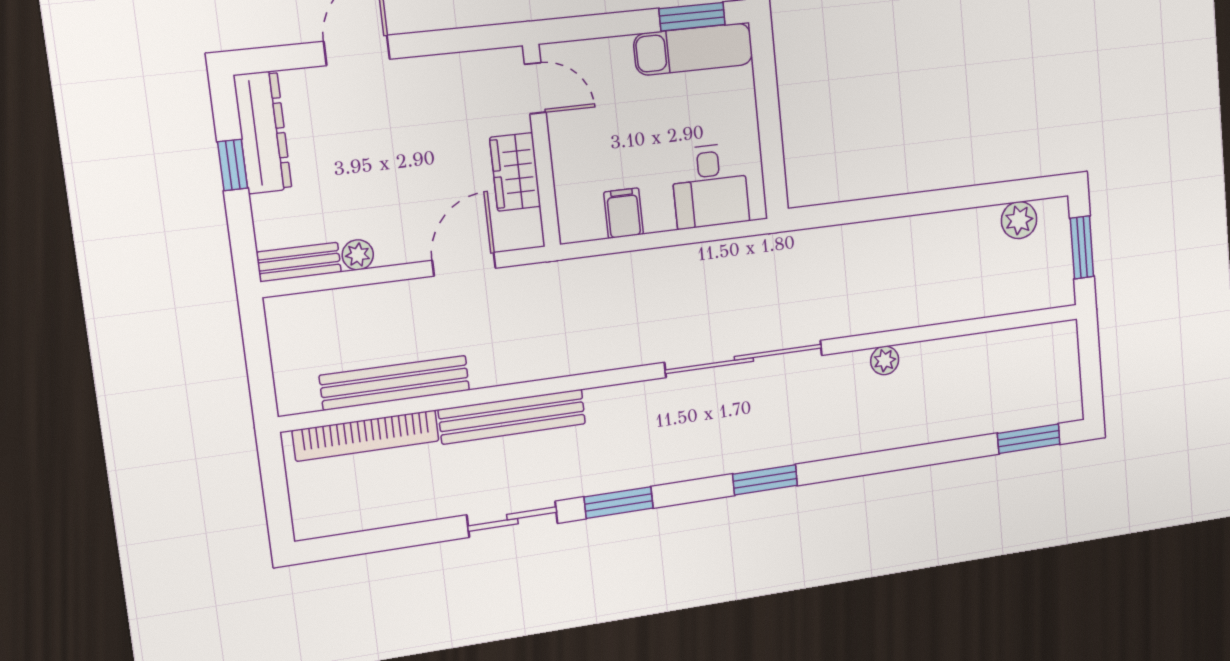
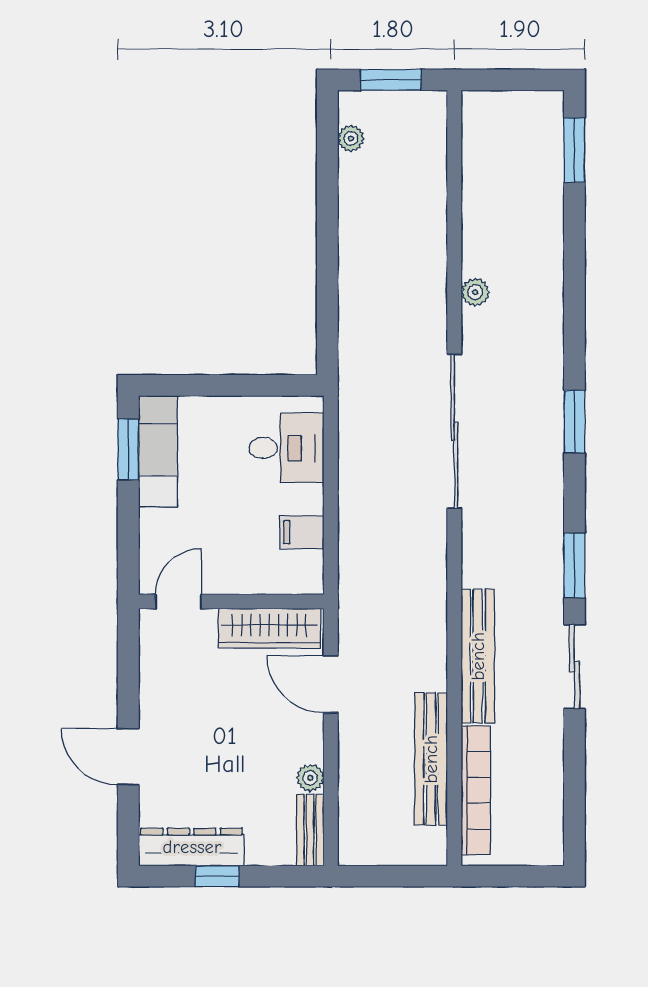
wardrobe: (515, 172) -> (269, 628), width x1.50
plant: (1019, 220) -> (351, 139), width x0.73, depth x0.73

